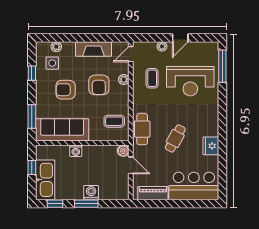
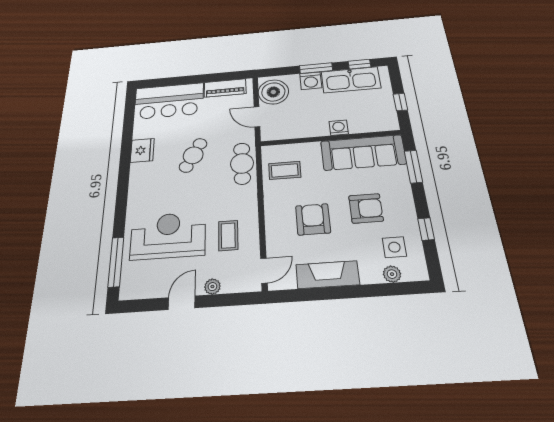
plant: (124, 80) -> (274, 230), removed
boiler: (123, 151) -> (273, 92), moved, width x1.86, depth x1.86
kitchen sink: (45, 180) -> (351, 80), moved, turned -90

